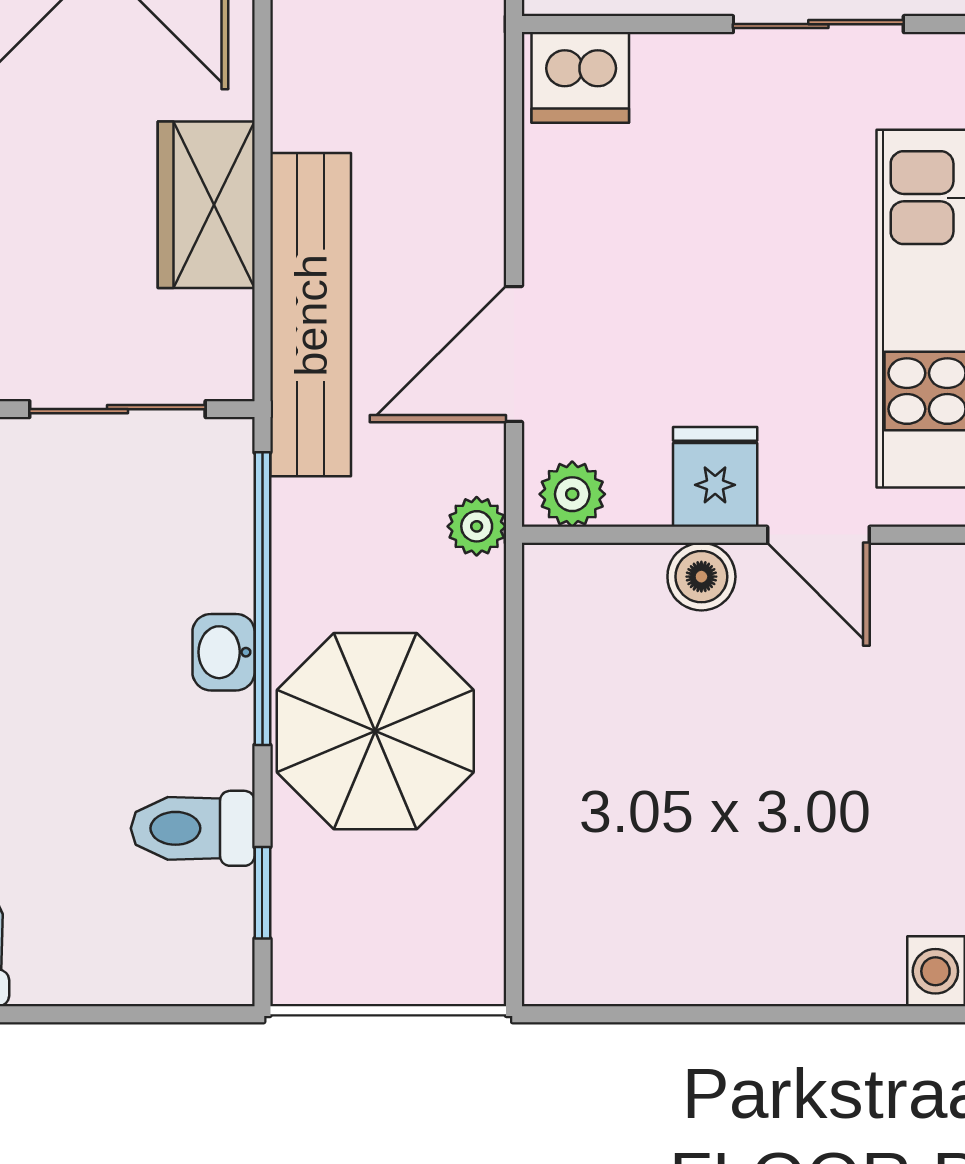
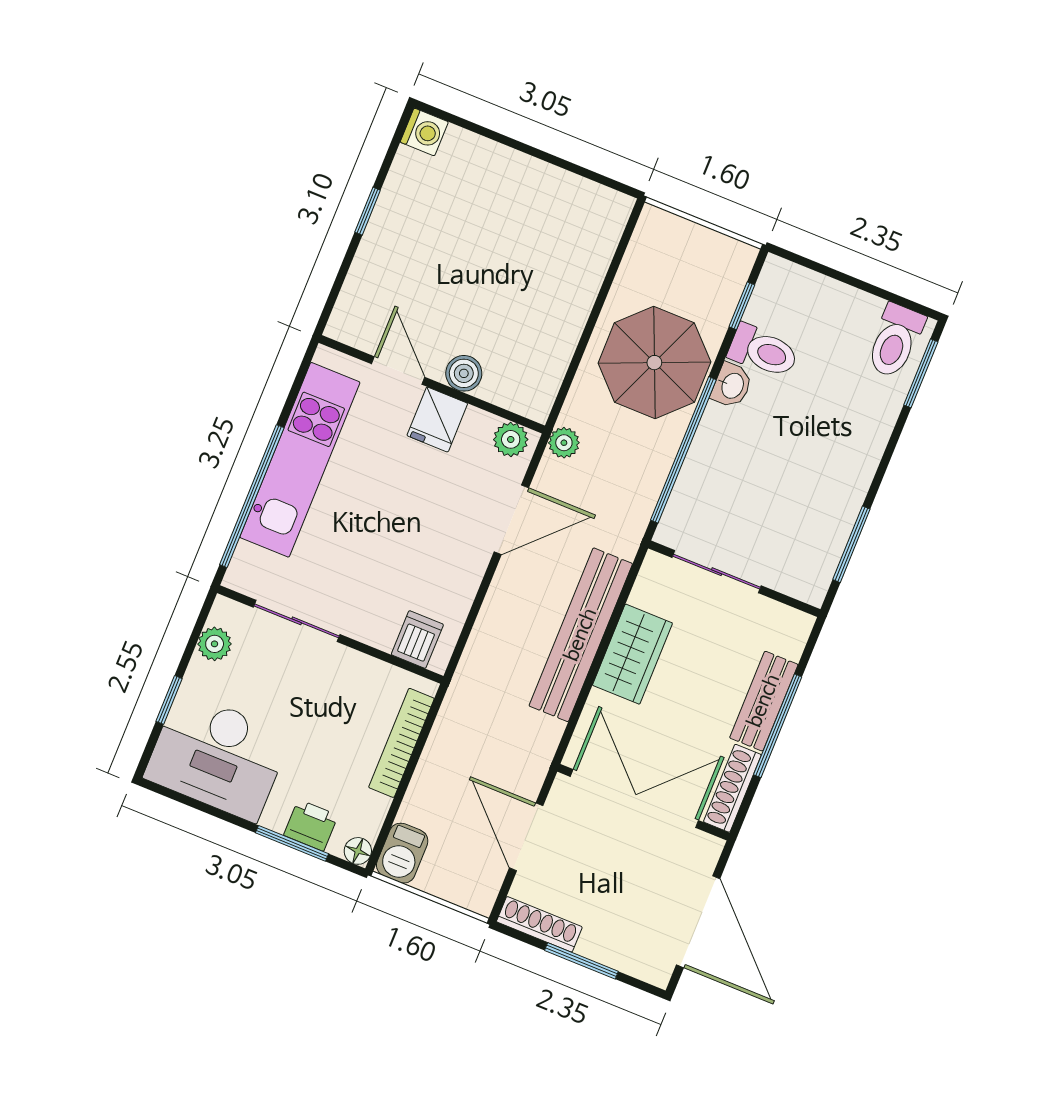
dishwasher: (580, 77) -> (417, 640), width x0.73
bench: (311, 315) -> (581, 635), moved
washbasin: (224, 652) -> (732, 385), moved

